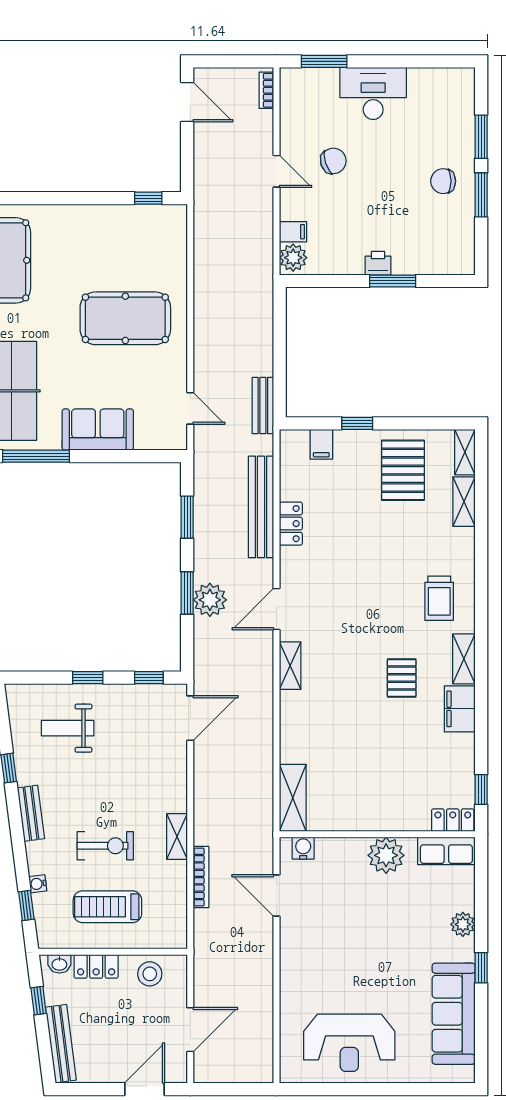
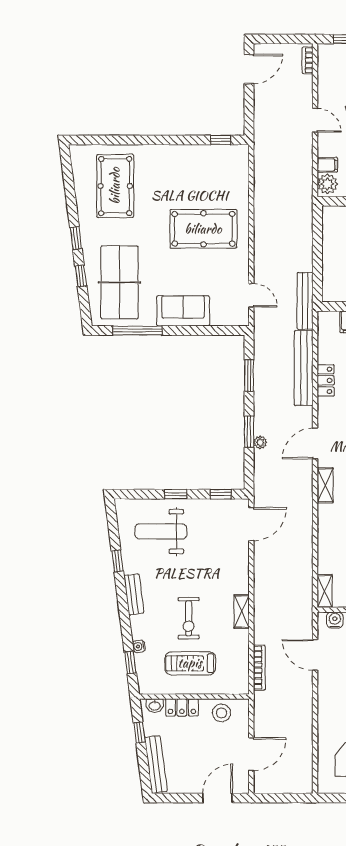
door: (187, 102) -> (249, 69), hinge flipped
bench: (263, 406) -> (305, 301), width x1.36
plant: (210, 600) -> (260, 442), width x0.53, depth x0.53
weight bench: (68, 728) -> (161, 531), width x1.36, depth x1.33
shelving: (293, 798) -> (325, 591), width x0.67, depth x0.75
exercise bike: (105, 846) -> (189, 618), turned 90
bookcase: (201, 877) -> (259, 668), moved

